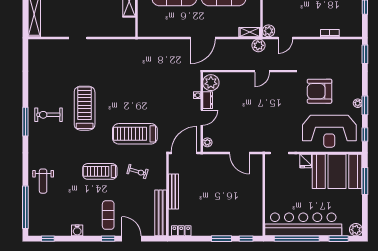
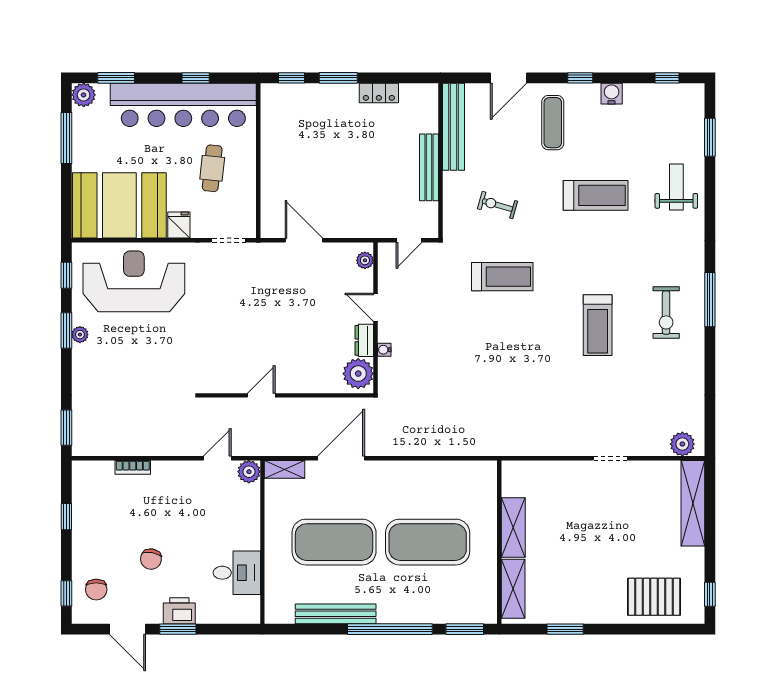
door: (203, 38) -> (341, 458), moved
plant: (258, 45) -> (682, 444), moved
armchair: (320, 91) -> (152, 357), removed
treadmill: (85, 108) -> (598, 325), width x0.73, depth x0.73
exercise bike: (48, 115) -> (666, 313), turned 90
door: (202, 118) -> (376, 307), hinge flipped
treadmill: (135, 134) -> (502, 277), width x0.73, depth x0.73
door: (184, 153) -> (409, 240), width x0.53
treadmill: (100, 171) -> (596, 195), moved
window: (365, 181) -> (66, 138), moved
cafe table: (288, 191) -> (212, 168), added
window: (25, 207) -> (710, 137), width x0.47
locker: (181, 231) -> (379, 93), moved
window: (108, 239) -> (580, 78), moved
door: (132, 239) -> (509, 78), hinge flipped
window: (297, 239) -> (196, 78), width x0.32

